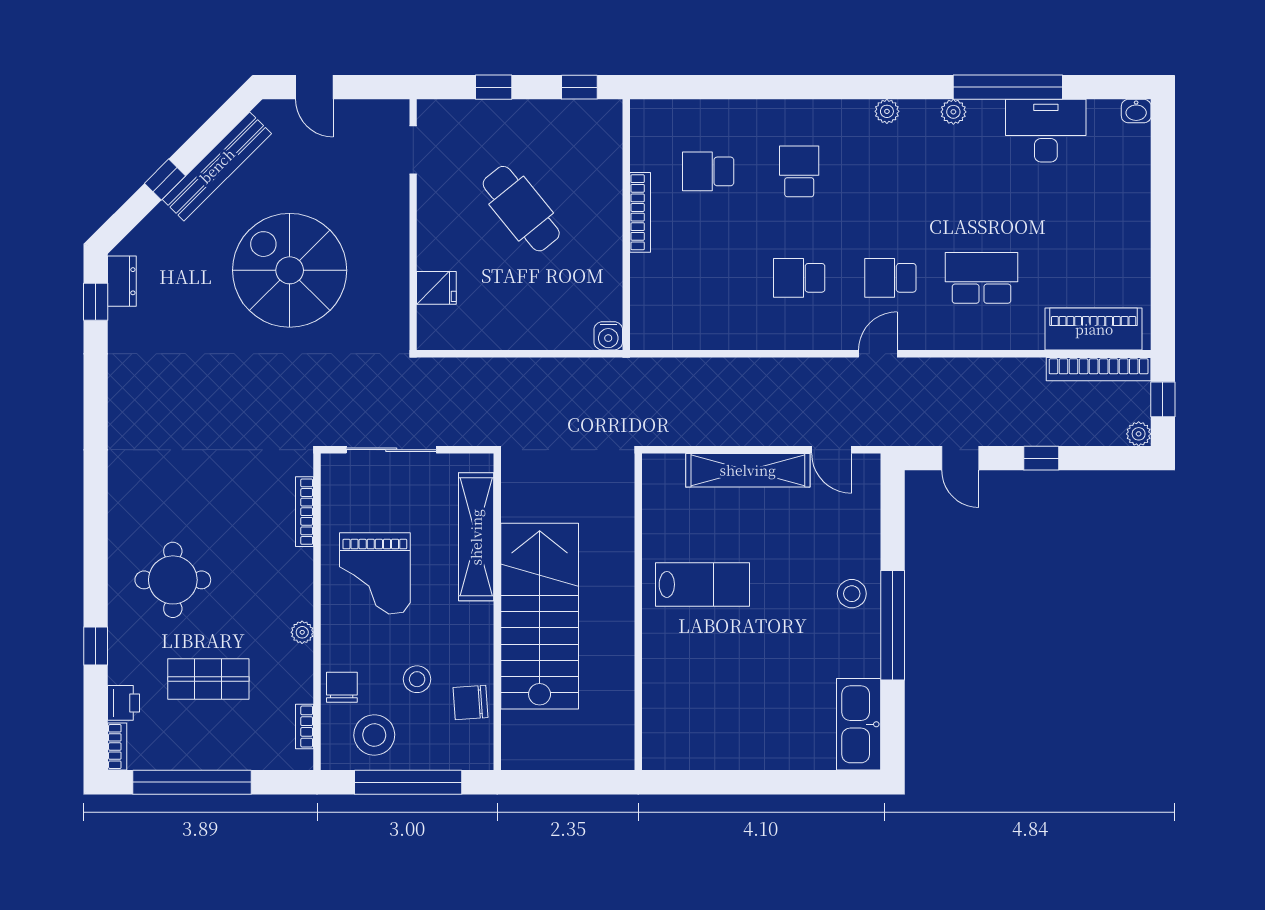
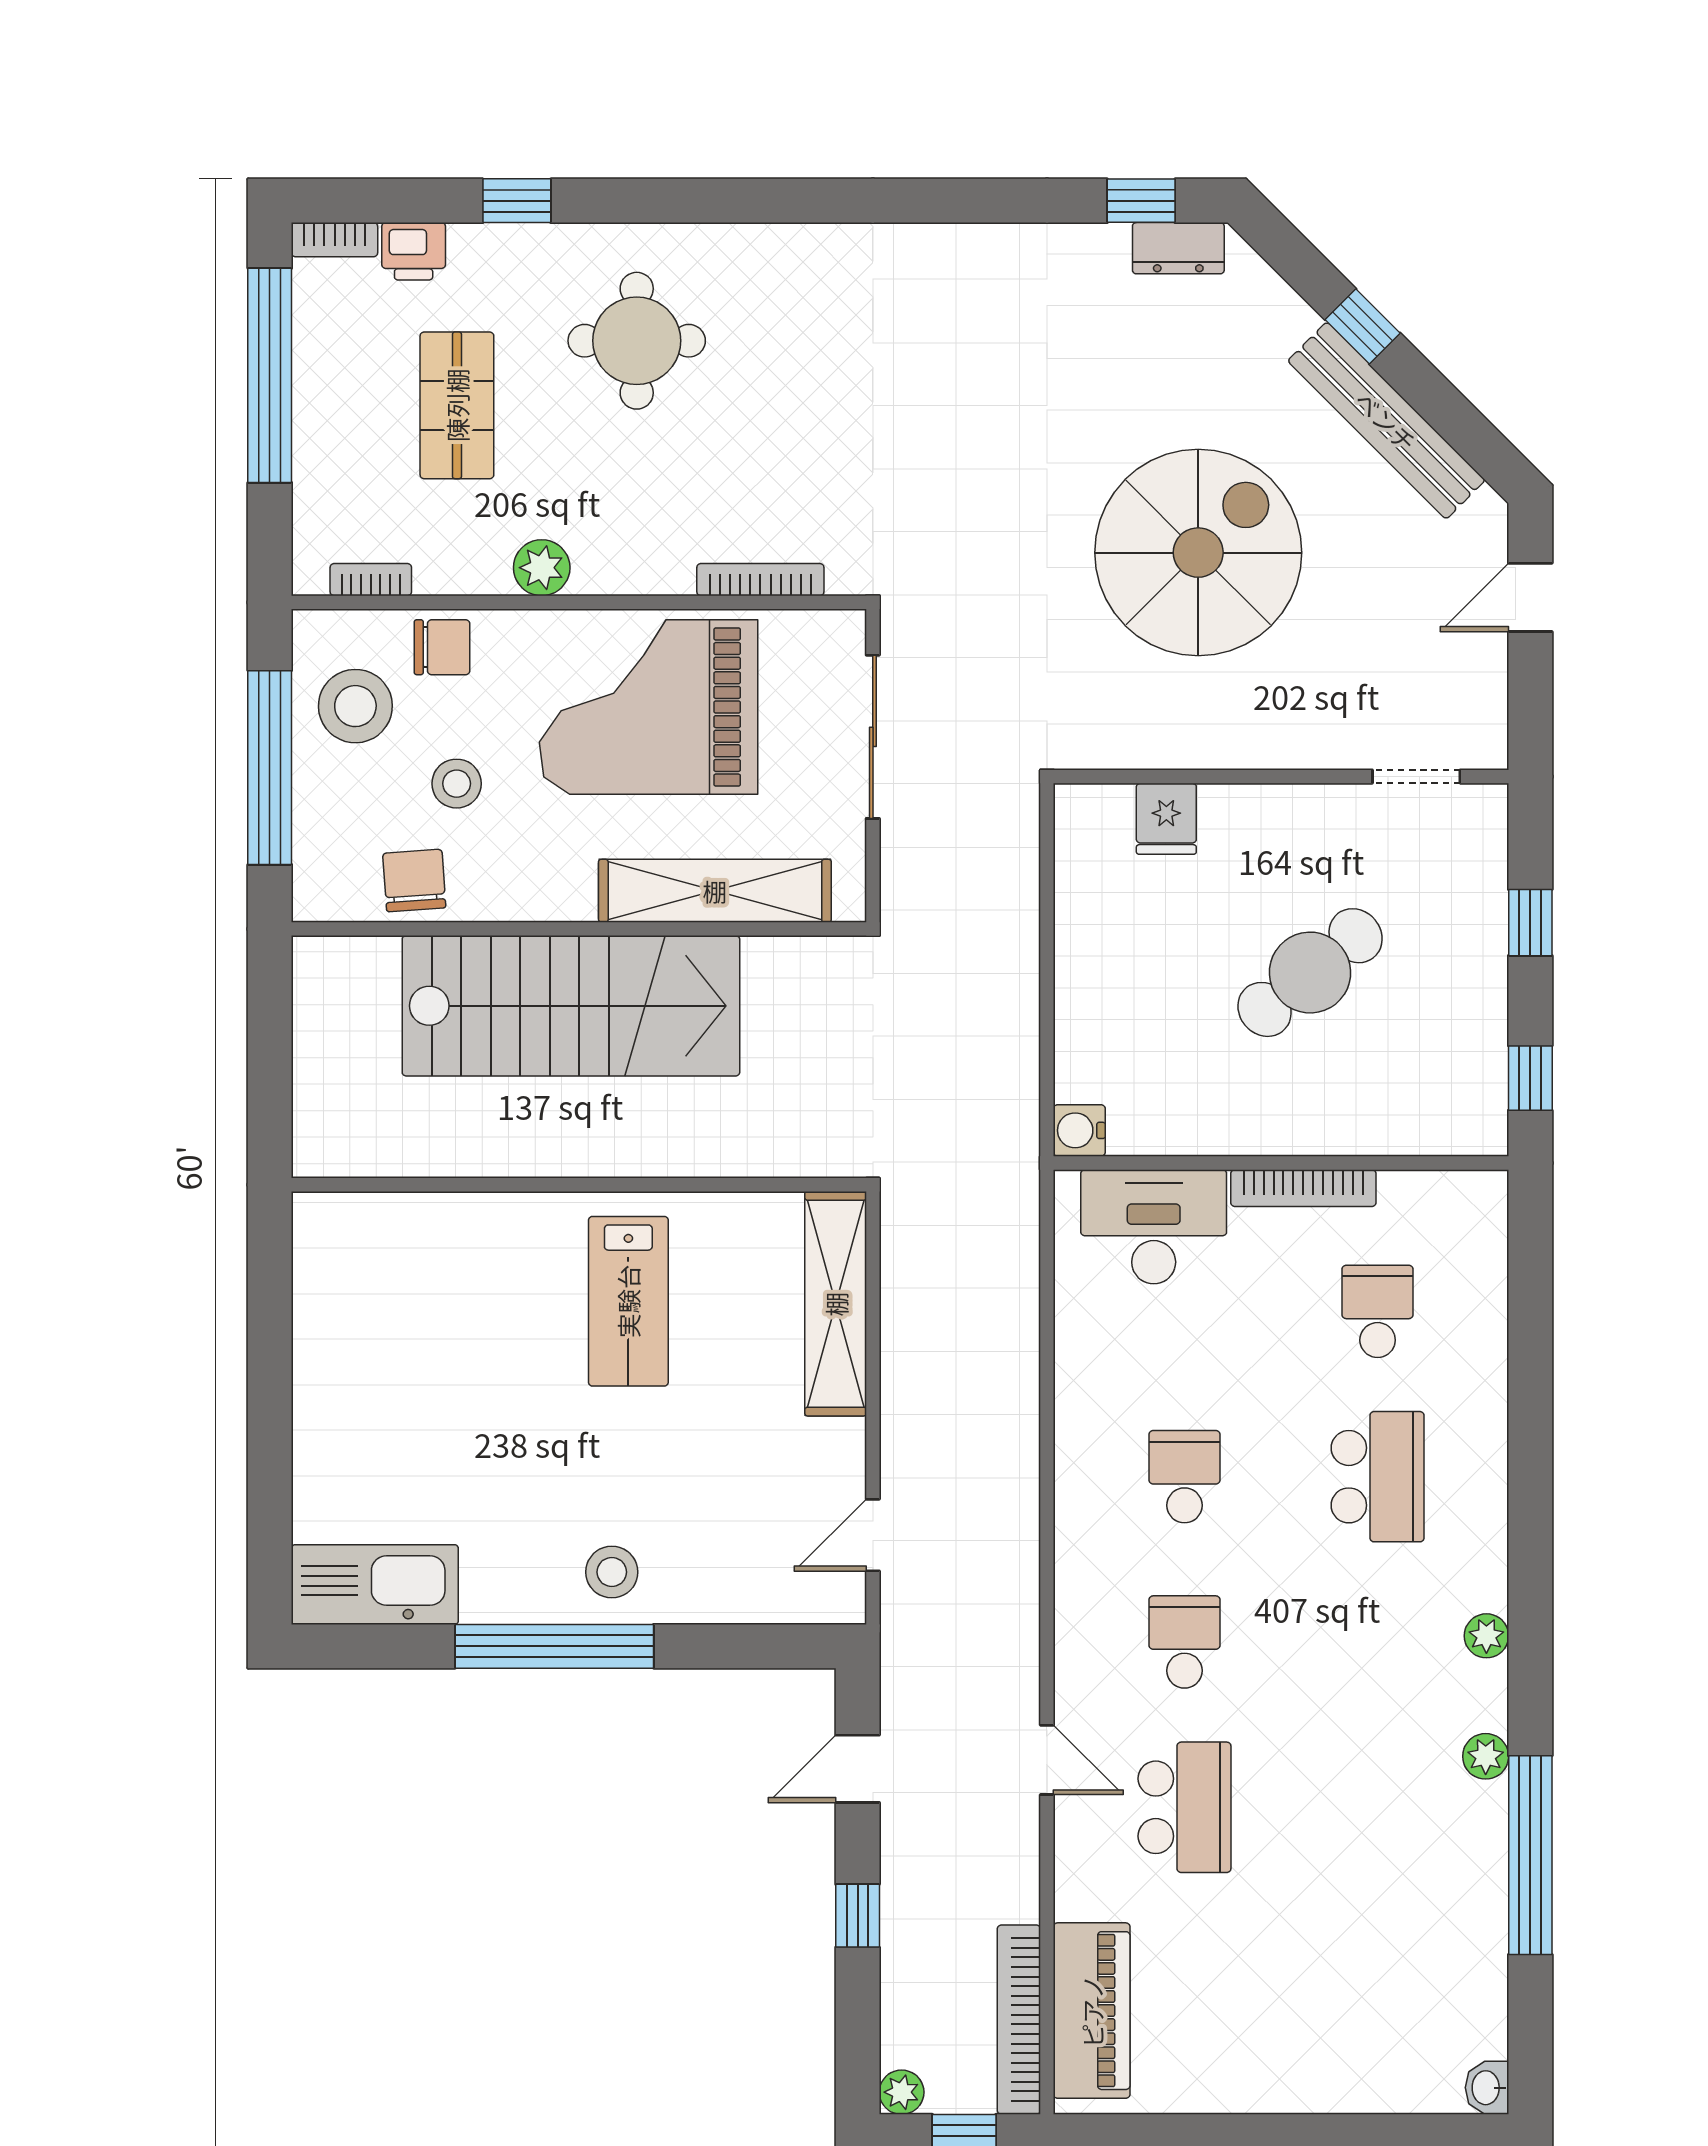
desk: (1046, 131) -> (1154, 1227), moved, turned -90
school desk: (799, 171) -> (1378, 1477), width x1.85
door: (878, 354) -> (1047, 1760), moved
shelving: (748, 470) -> (836, 1304), moved
grand piano: (375, 573) -> (649, 707), width x1.37, depth x1.48
plant: (302, 632) -> (542, 568), width x1.38, depth x1.38

